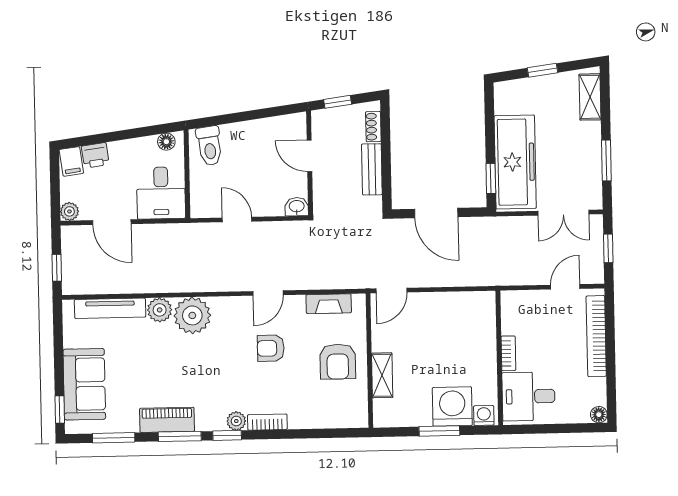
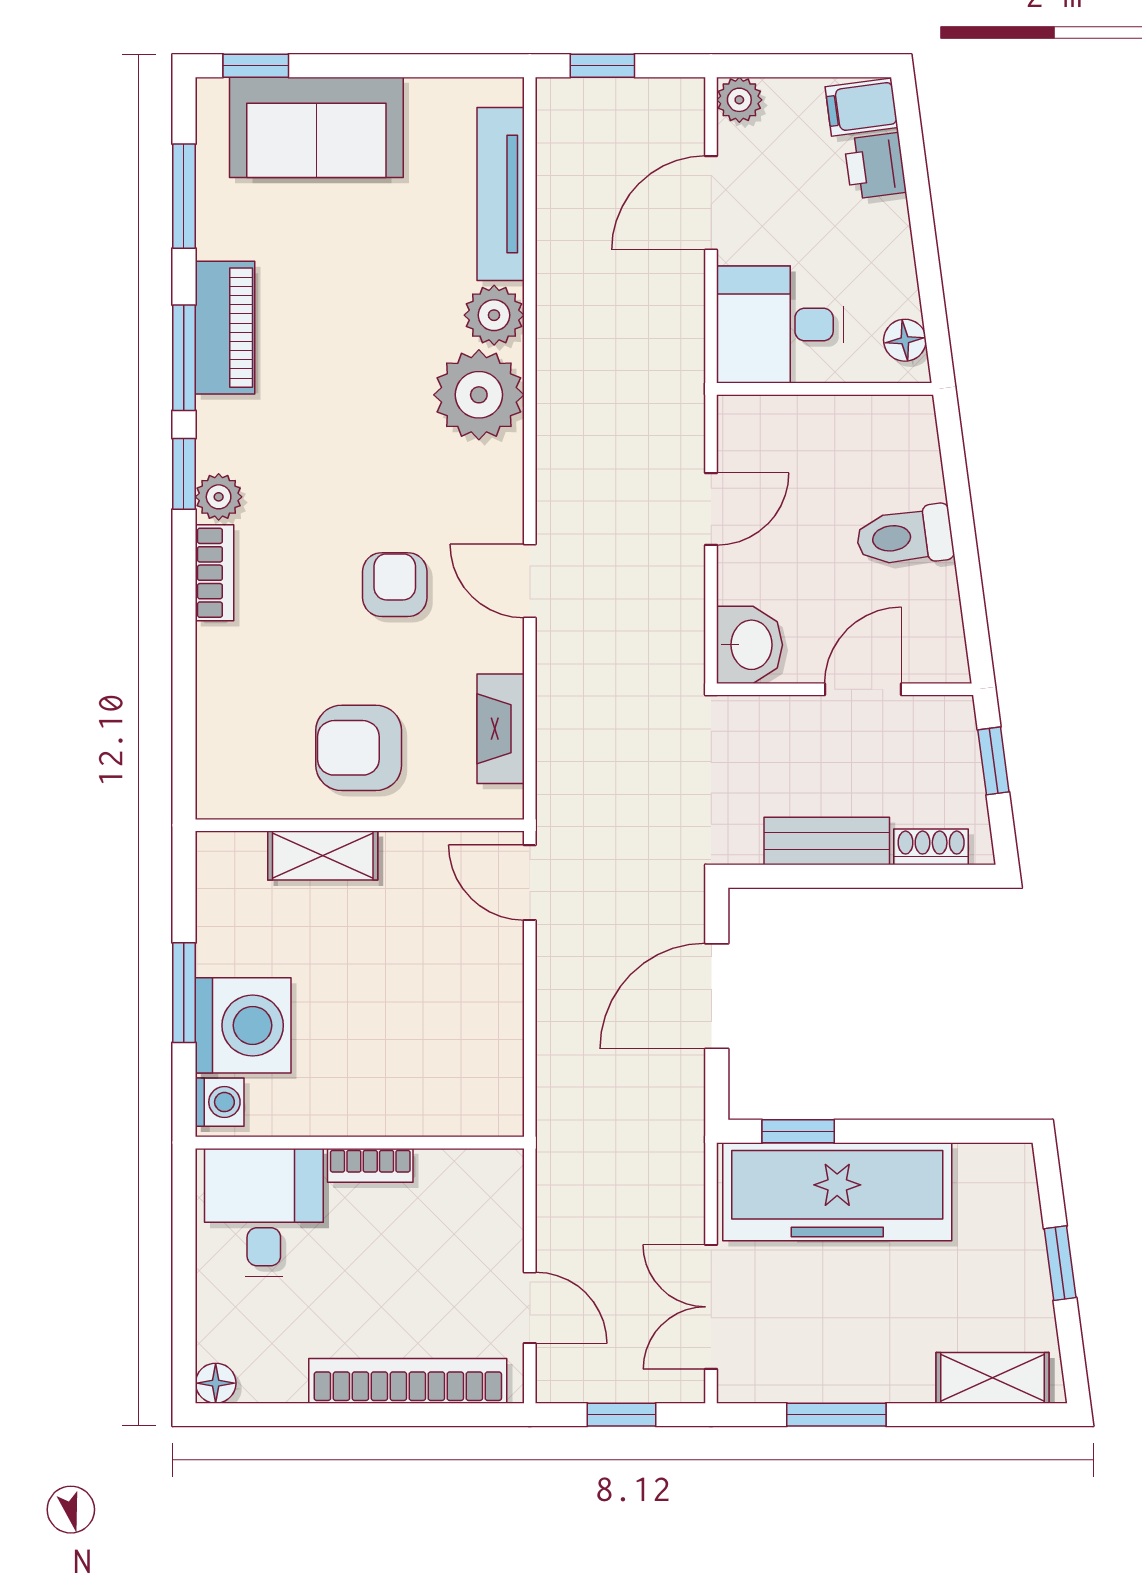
toilet: (209, 146) -> (905, 537), moved
washbasin: (297, 207) -> (749, 645), width x1.38, depth x1.45

